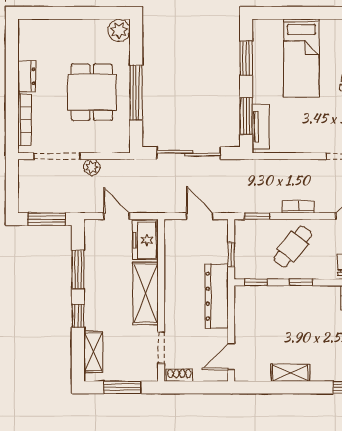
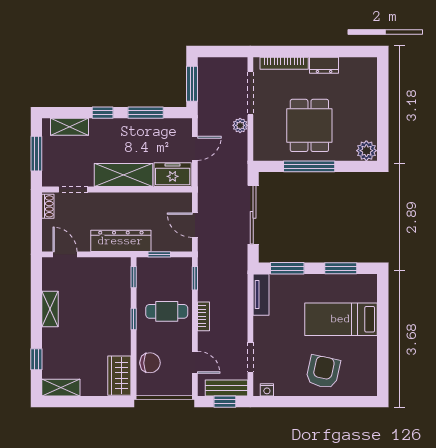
dining table: (92, 92) -> (309, 125), turned 90
tv unit: (261, 127) -> (261, 295), moved, turned -90
door: (200, 216) -> (195, 225), swing flipped
cafe table: (293, 247) -> (167, 311), turned -40

